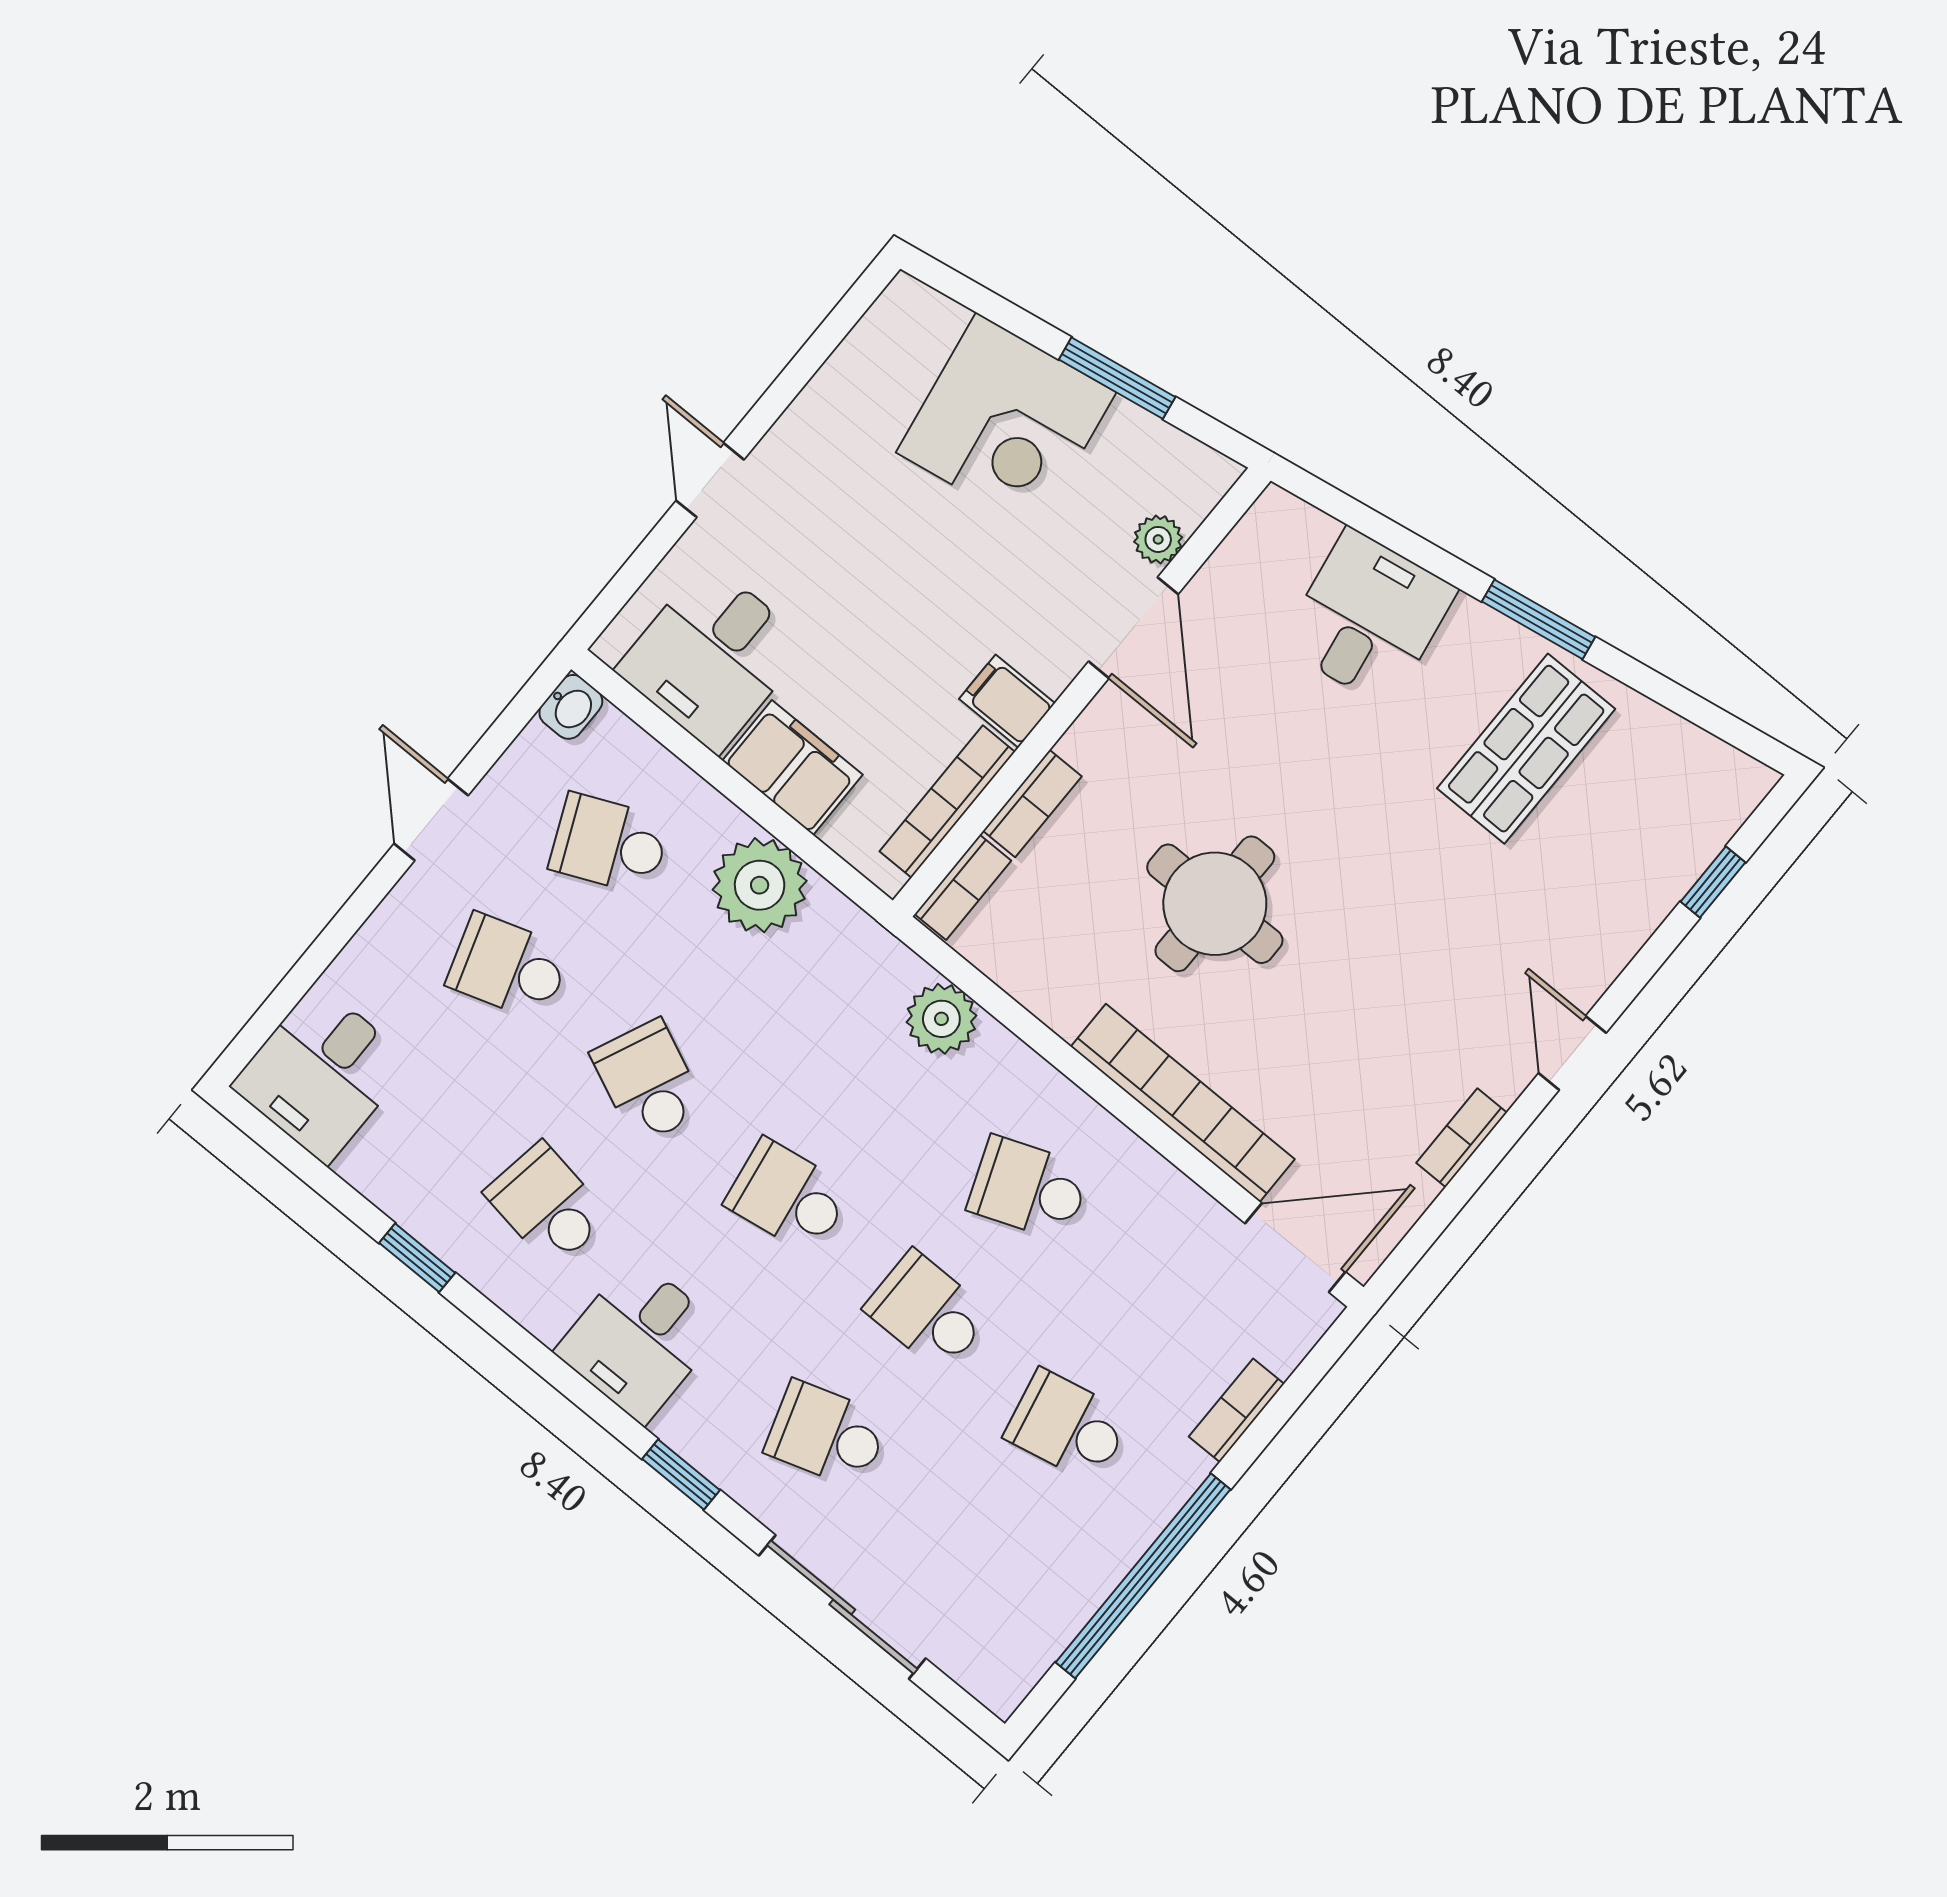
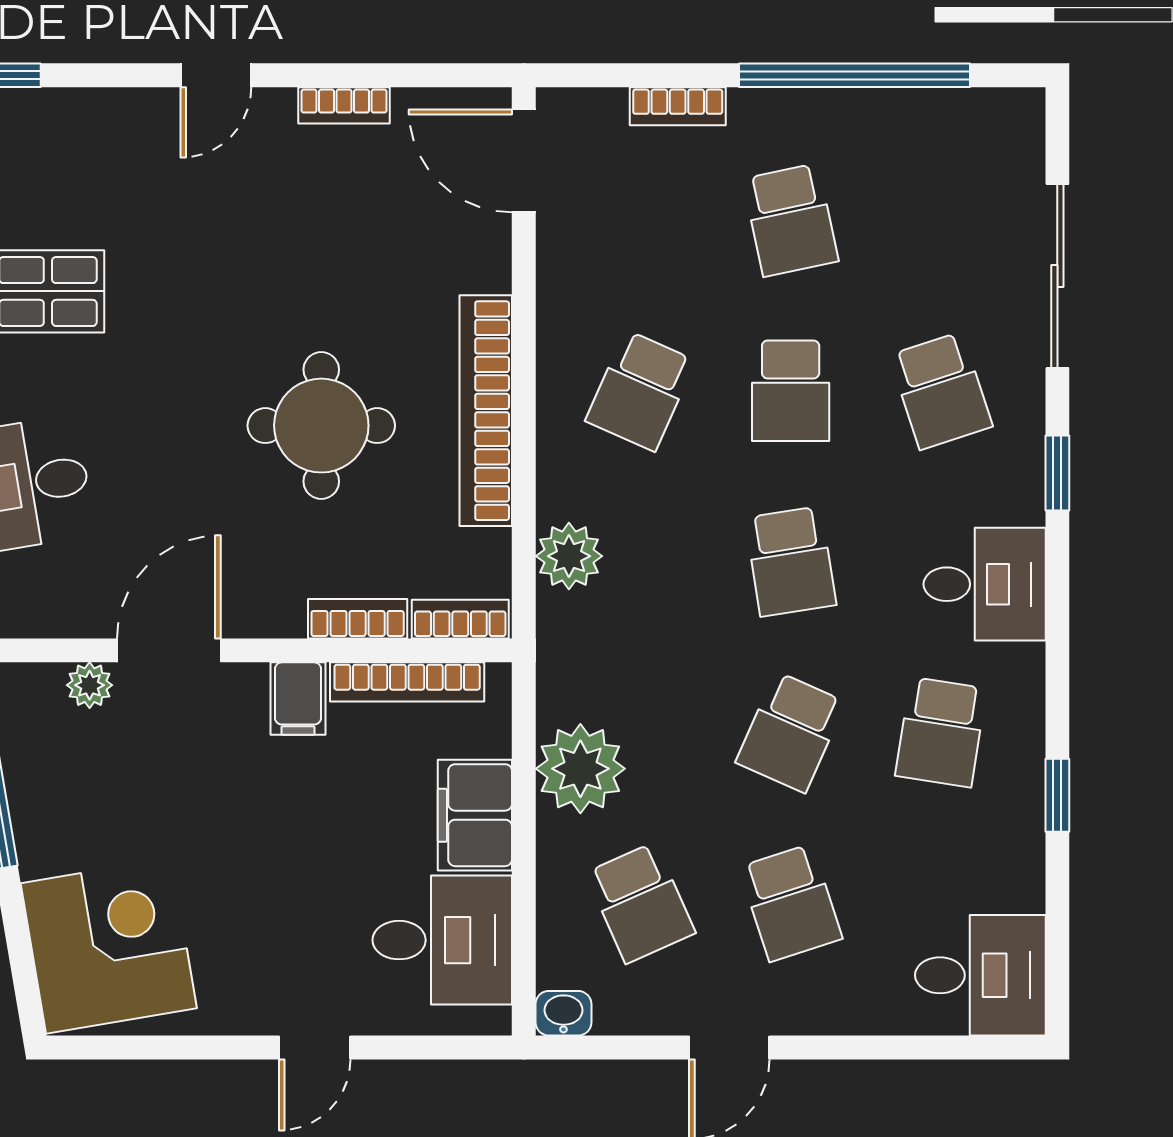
corner desk: (1006, 422) -> (109, 946), moved
bookcase: (1183, 1103) -> (486, 411), moved
school desk: (1029, 1188) -> (640, 391), turned 45

